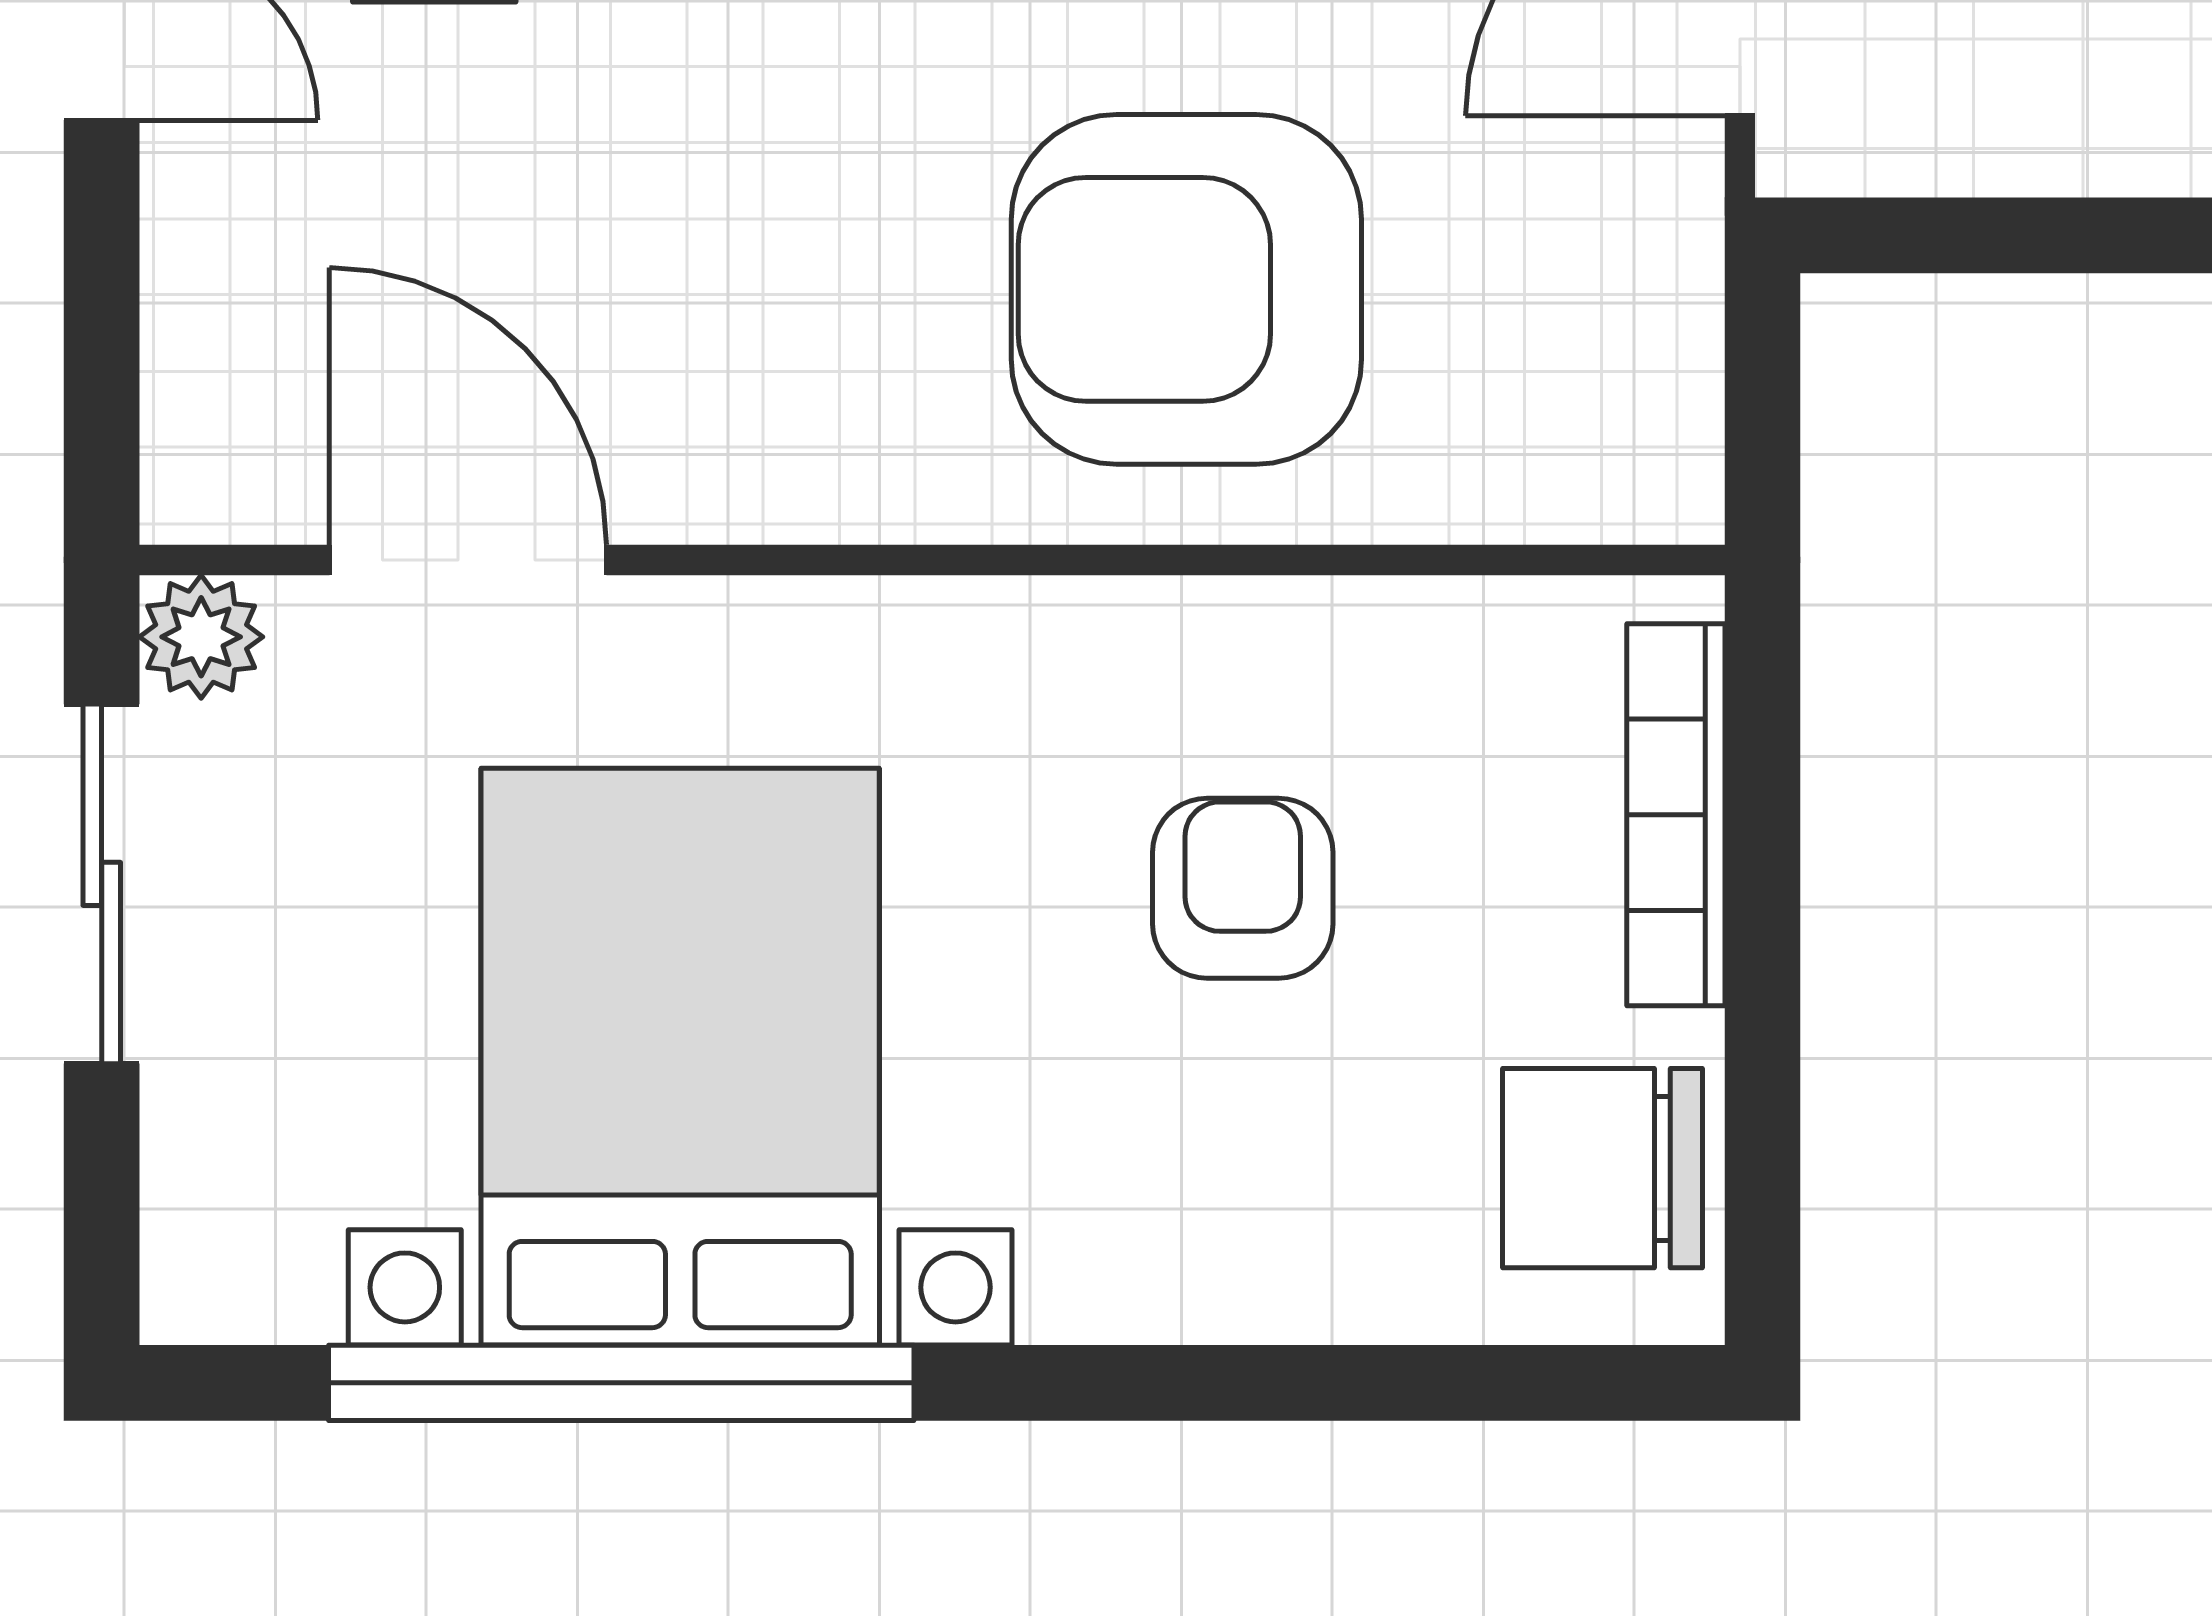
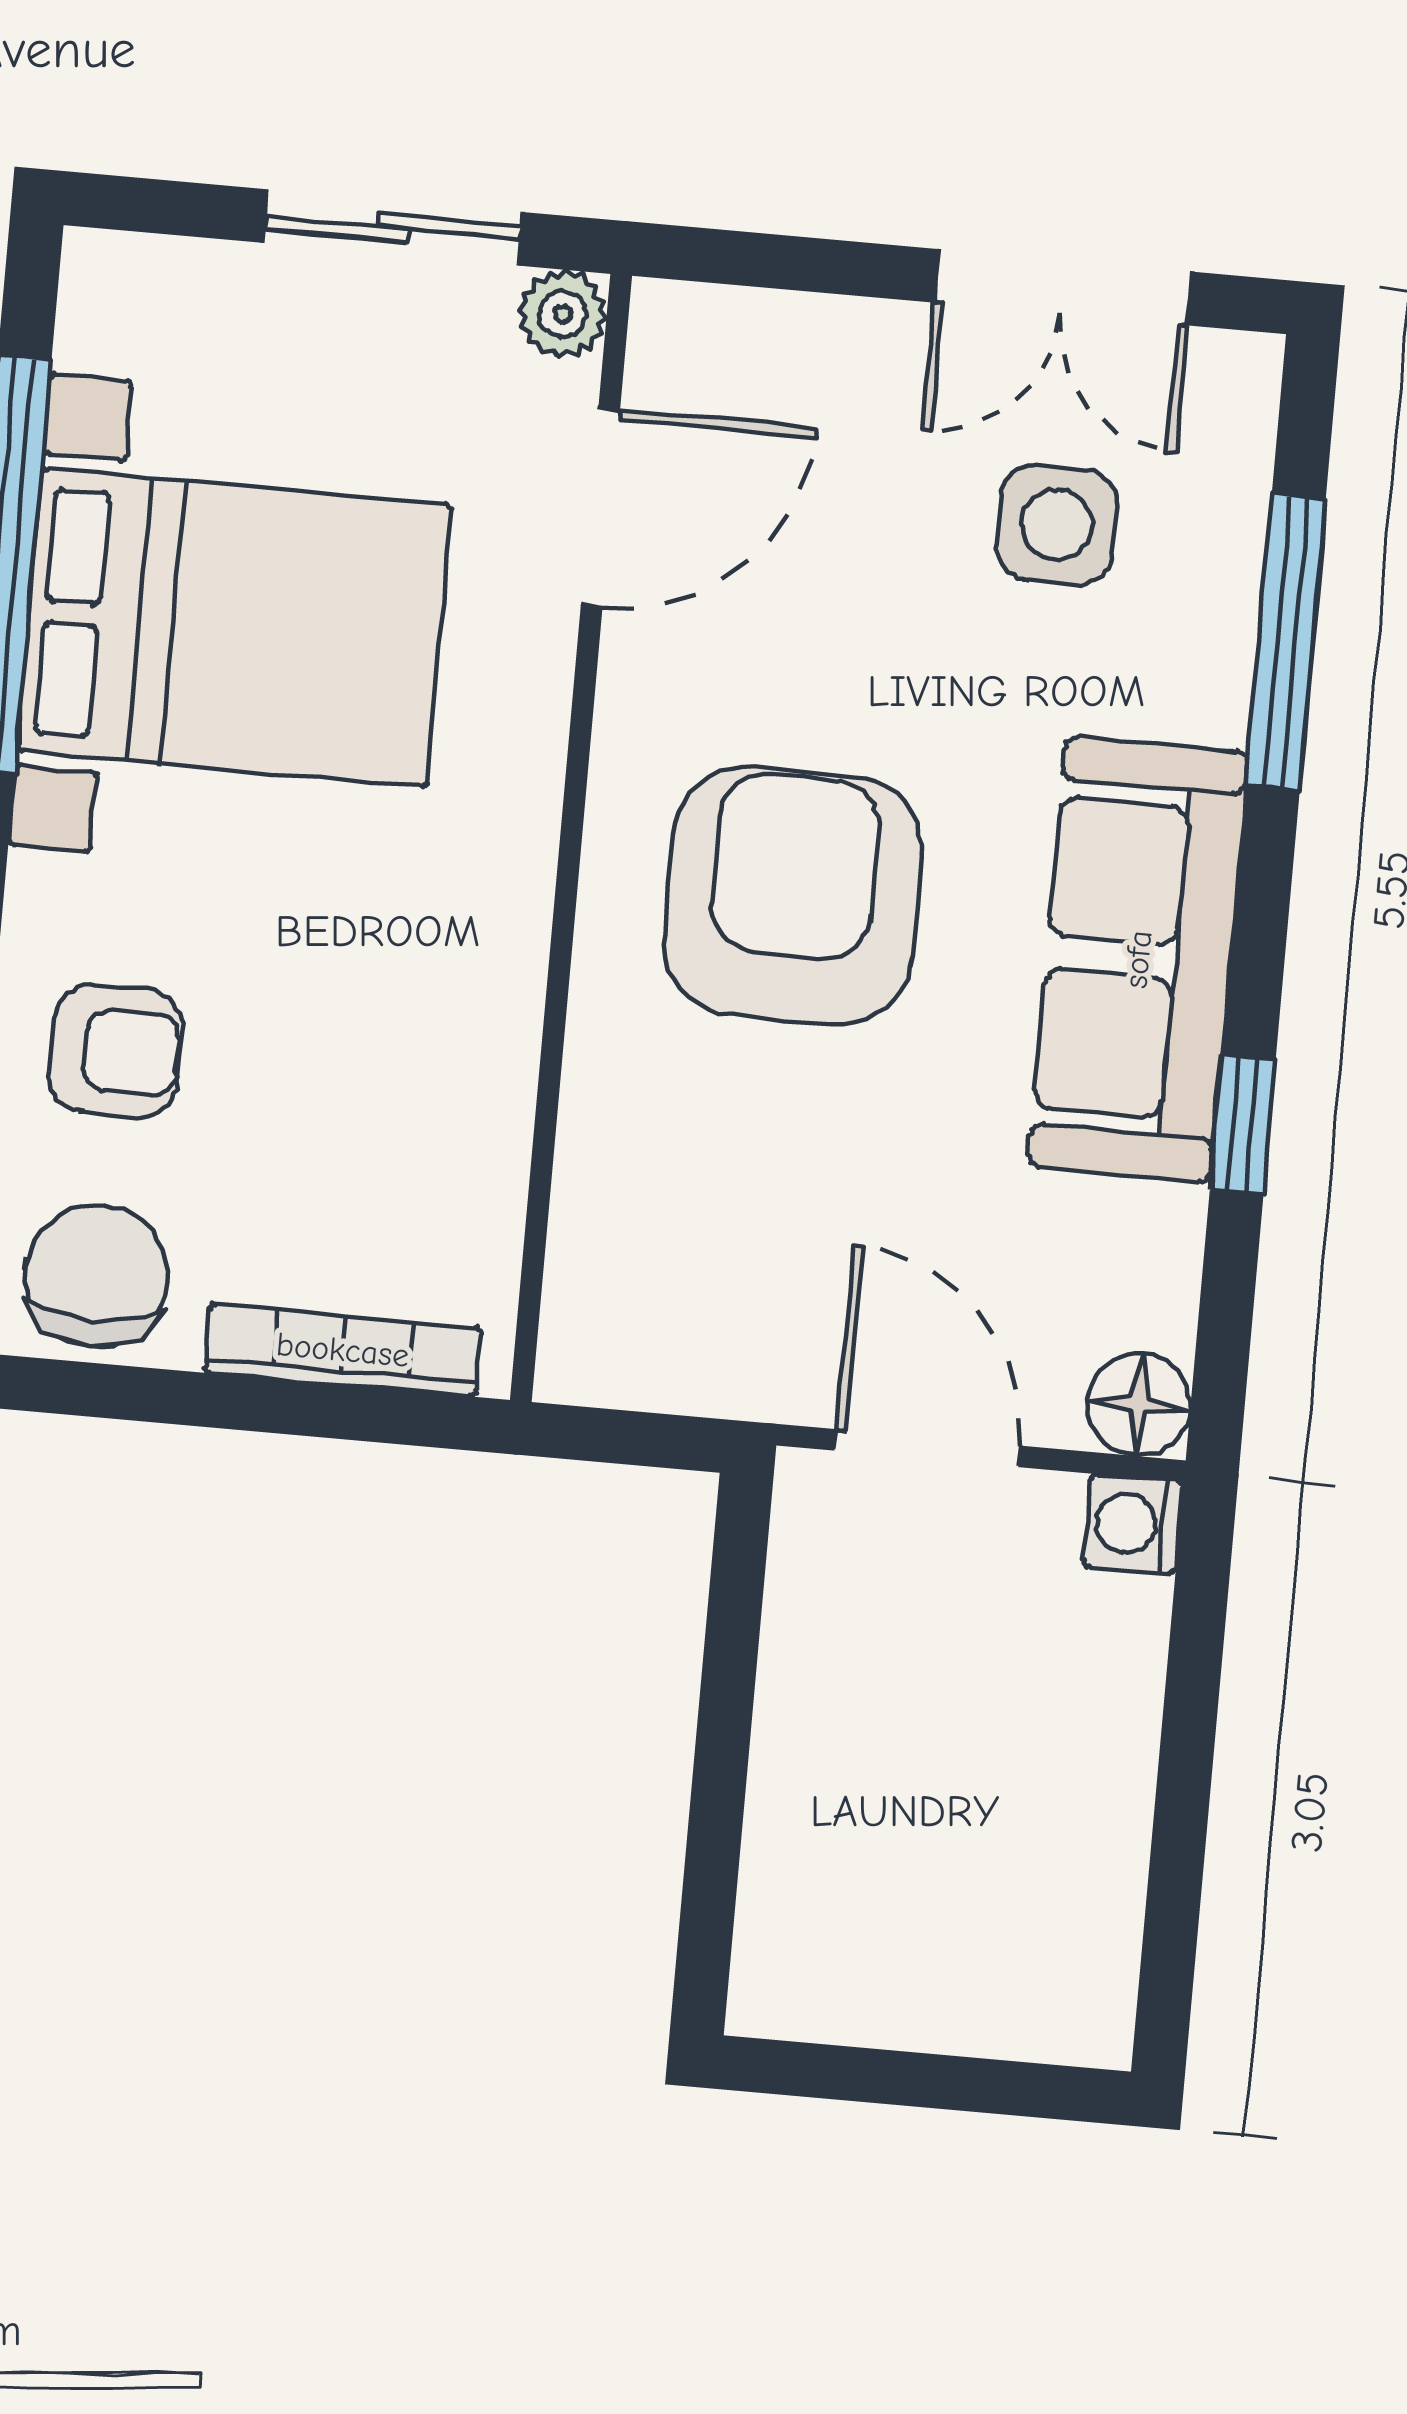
armchair: (1186, 289) -> (793, 896), moved
armchair: (1243, 888) -> (116, 1051), moved

